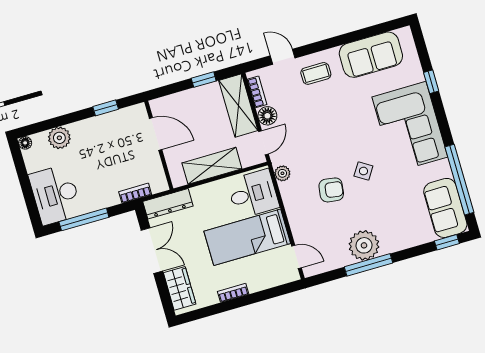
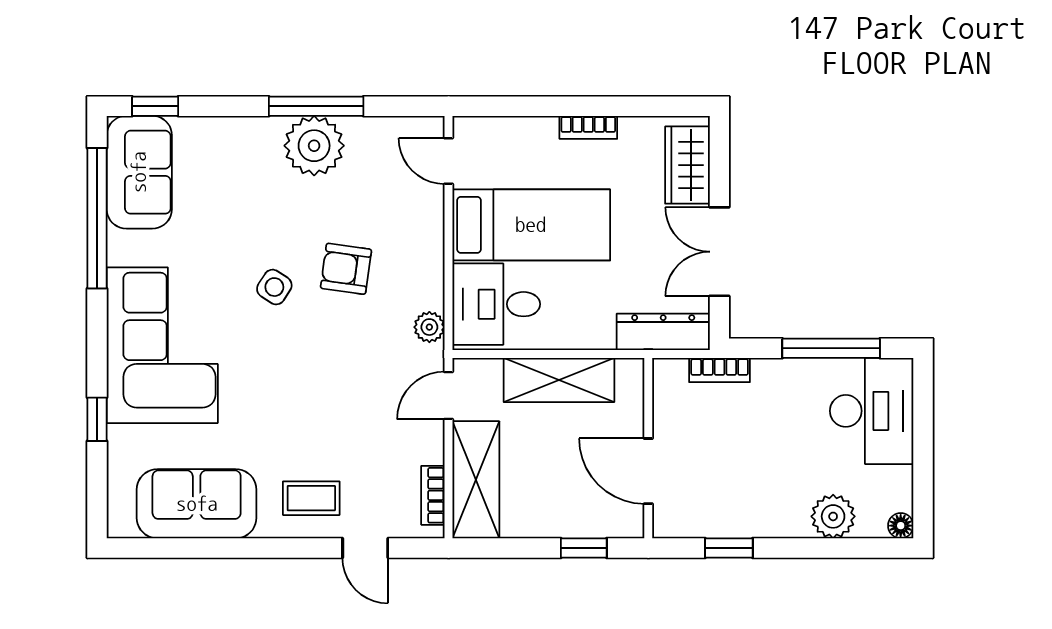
window: (204, 80) -> (584, 548), moved
floor lamp: (267, 116) -> (426, 444), removed

